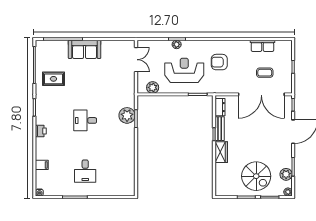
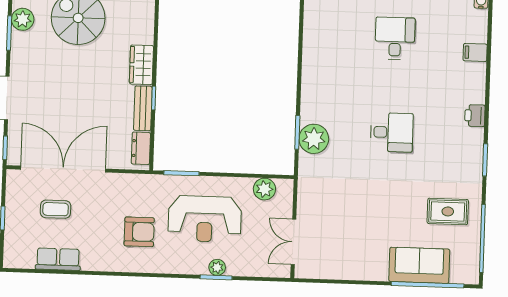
sofa: (85, 49) -> (419, 265), moved

